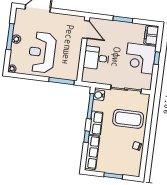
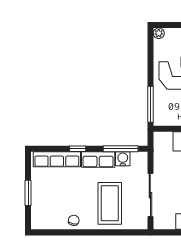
water cooler: (99, 95) -> (123, 159), moved

